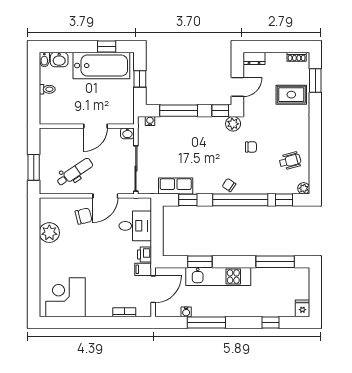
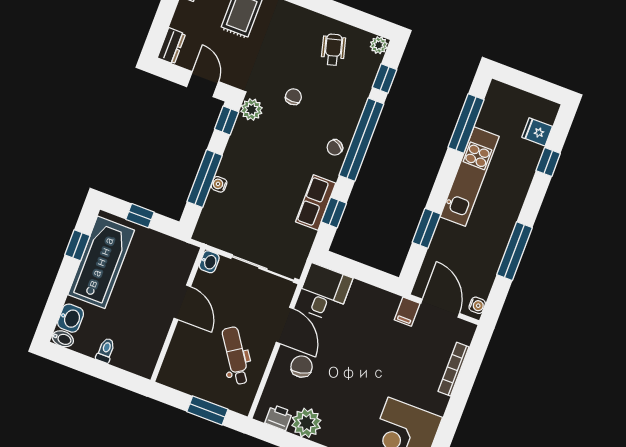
water cooler: (150, 121) -> (219, 184), moved
row of seats: (176, 186) -> (316, 203), moved
desk: (135, 226) -> (324, 293), moved
printer: (144, 254) -> (279, 417), moved, turned 180
kitchen unit: (218, 277) -> (470, 177), moved
fridge: (302, 308) -> (537, 132), moved
bookcase: (124, 312) -> (454, 369), width x1.56
water cooler: (186, 312) -> (477, 305), moved

